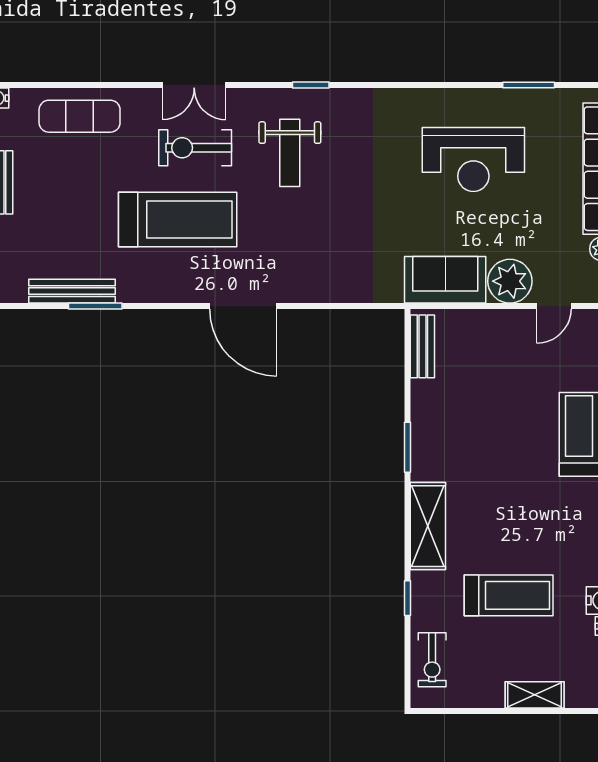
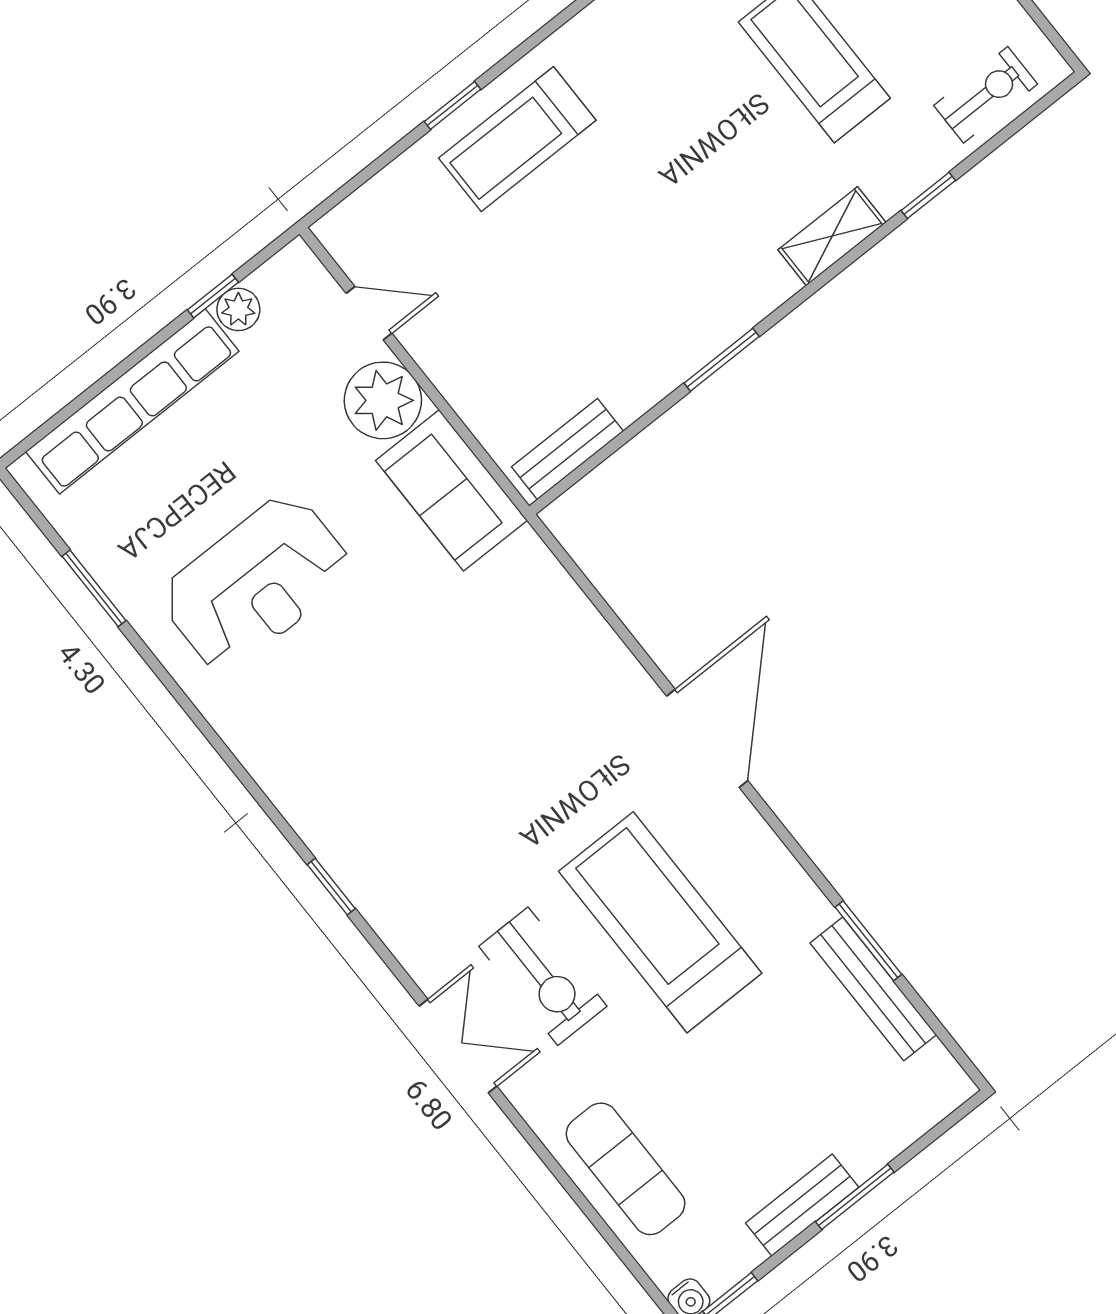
weight bench: (290, 153) -> (447, 841), removed
reception desk: (473, 159) -> (256, 583), turned 90
shelving: (428, 526) -> (832, 236), width x0.67, depth x0.75

